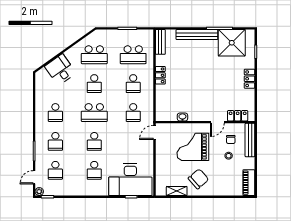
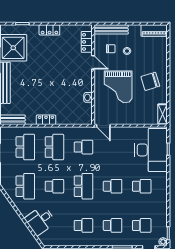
school desk: (133, 84) -> (54, 147), width x1.85
chair: (198, 179) -> (150, 81), turned -66
shelving: (177, 191) -> (163, 114), moved

